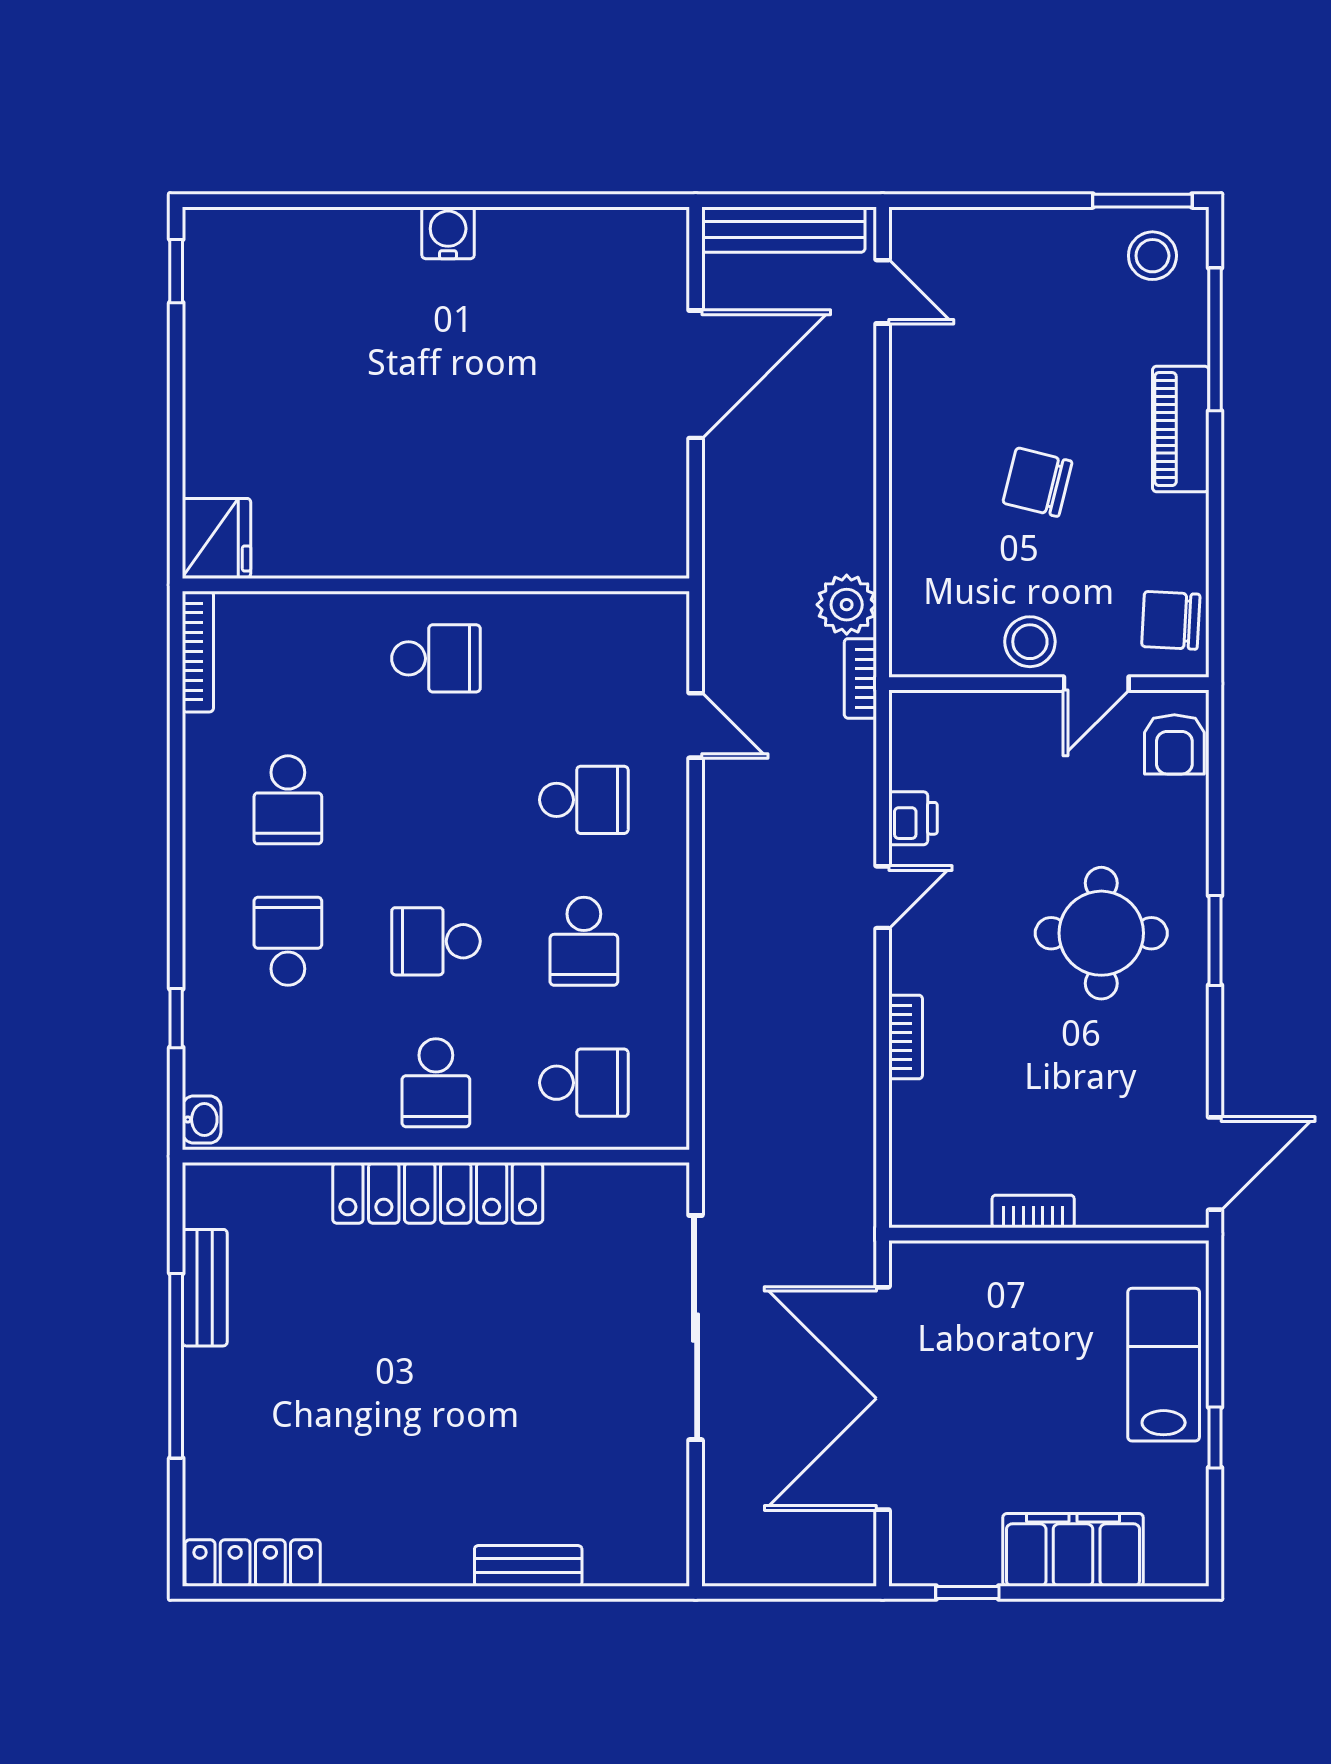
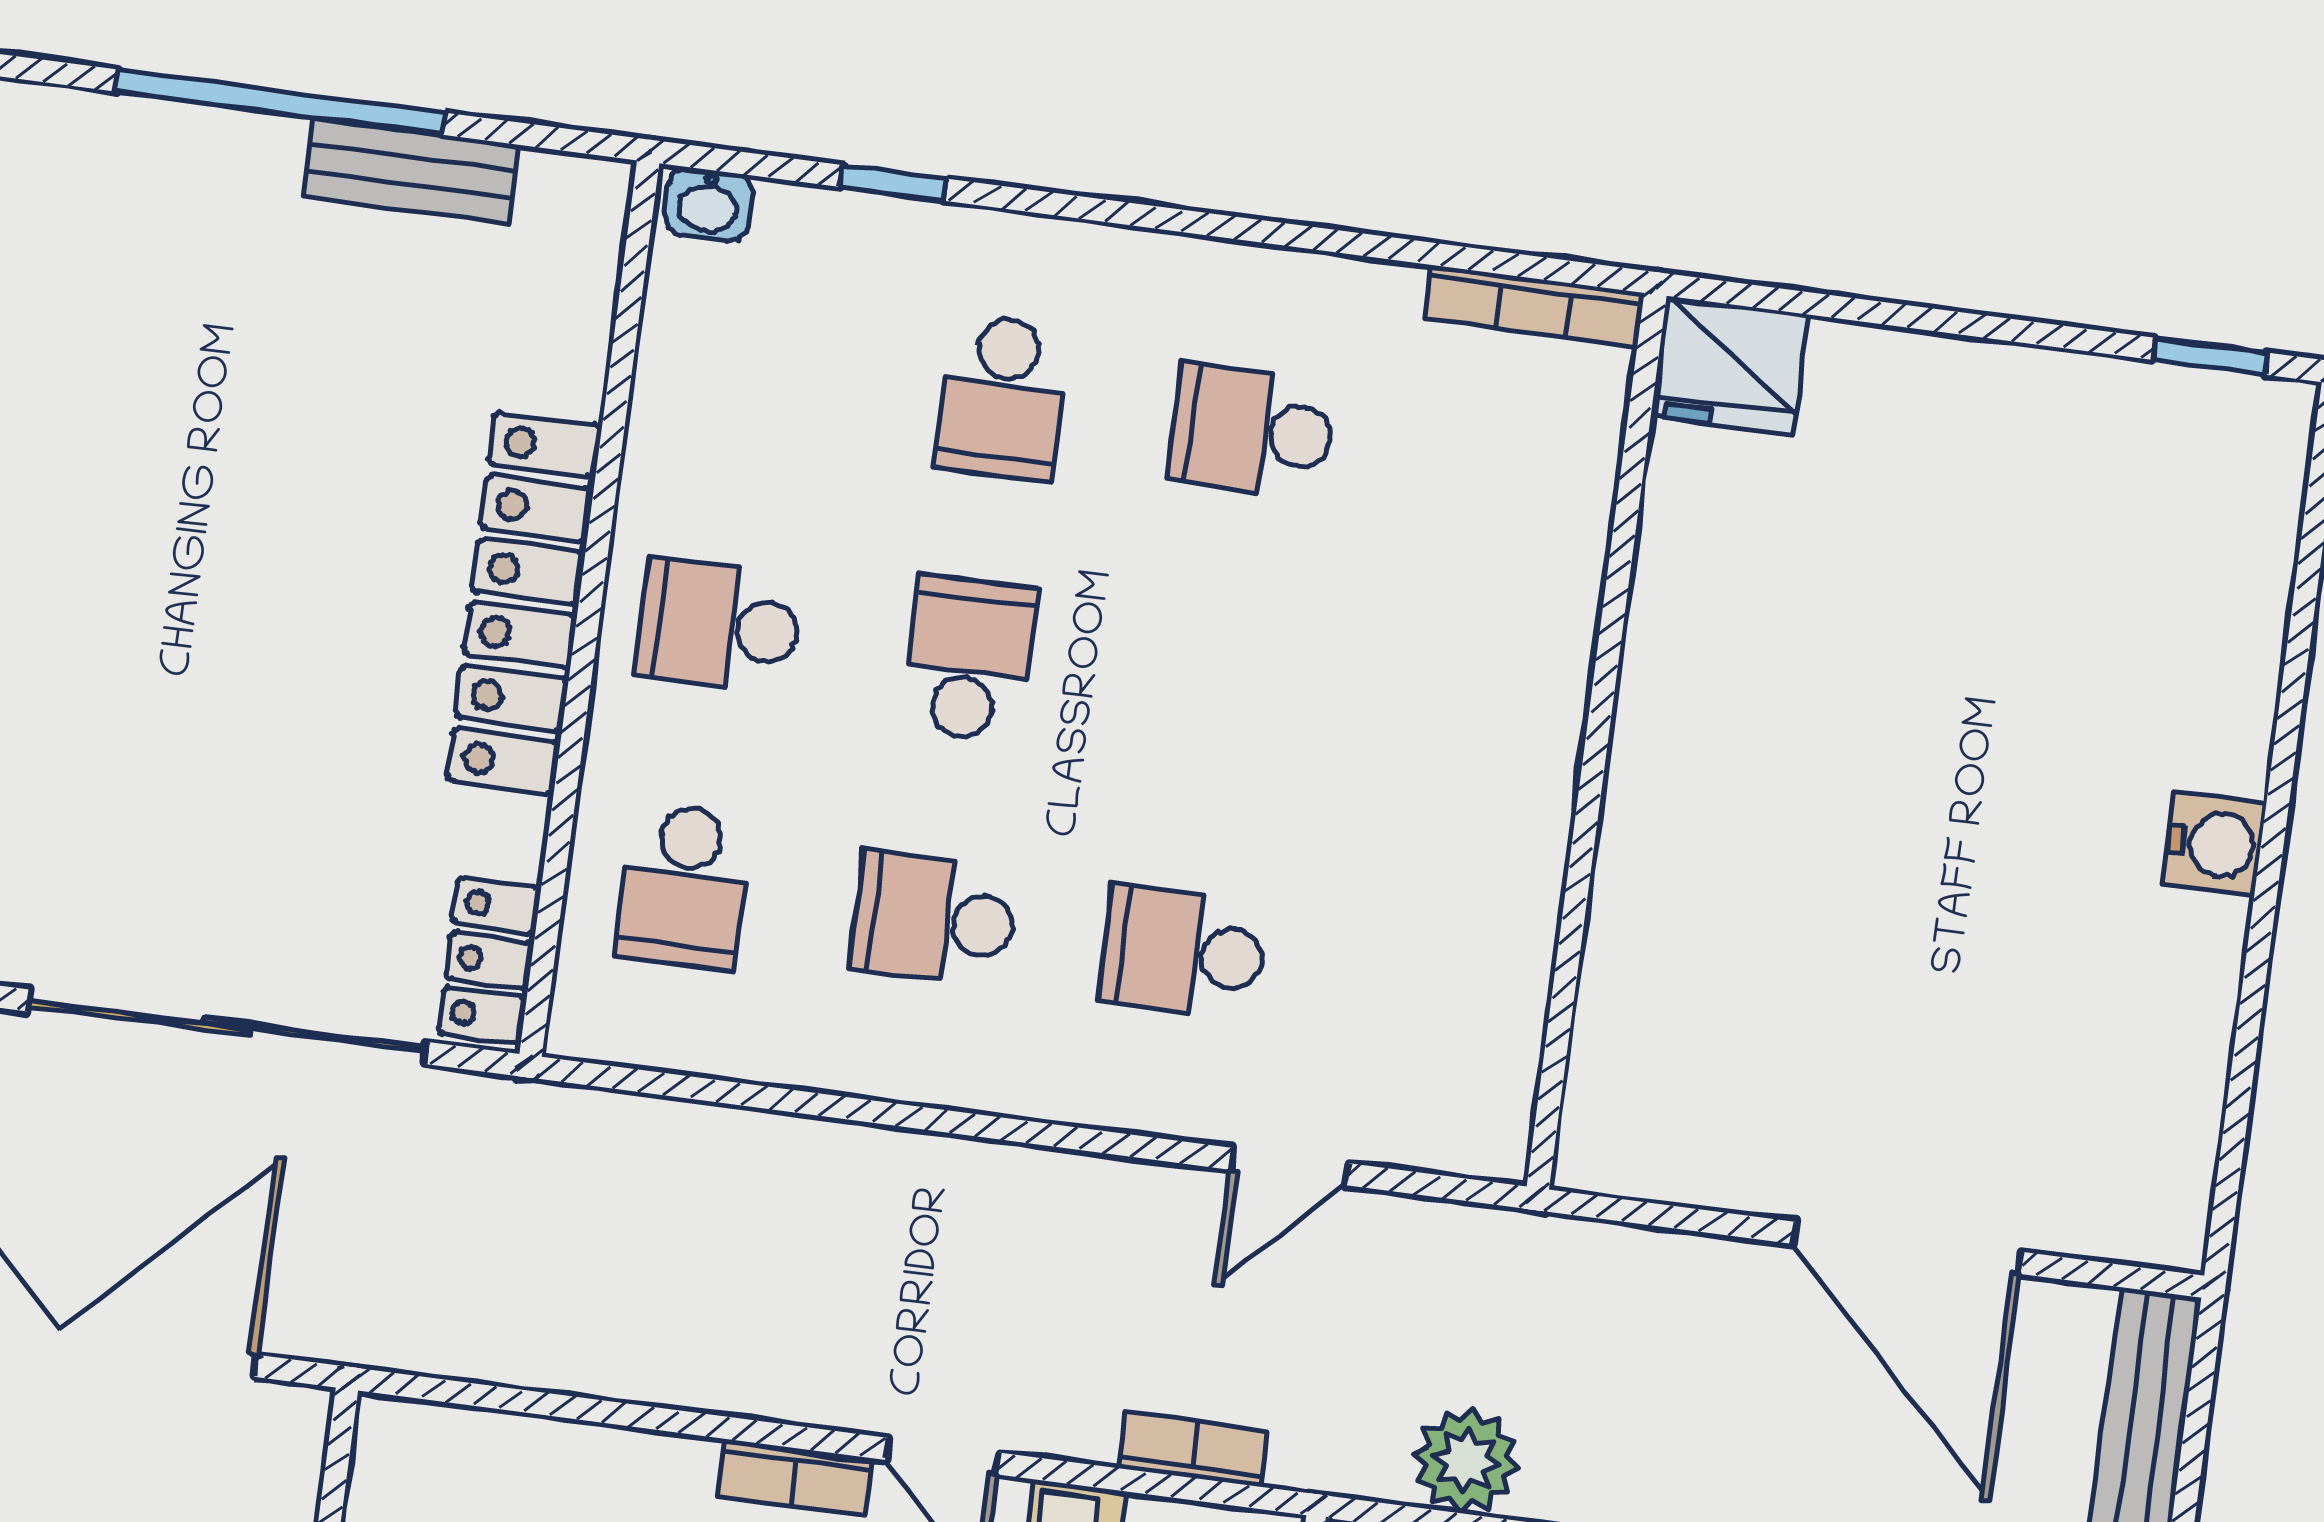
school desk: (436, 658) -> (1467, 724), removed
bookcase: (860, 678) -> (1193, 1449), moved
school desk: (584, 800) -> (1183, 952), turned 90
school desk: (288, 941) -> (1003, 398), turned 90
bookcase: (906, 1037) -> (794, 1478), moved
locker: (639, 1186) -> (490, 960), added

